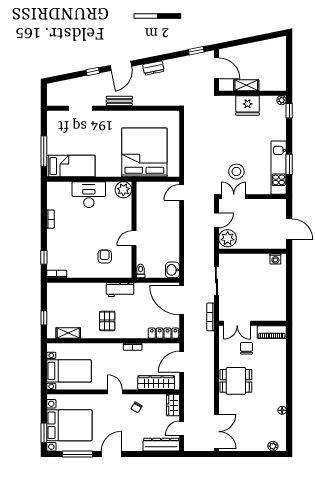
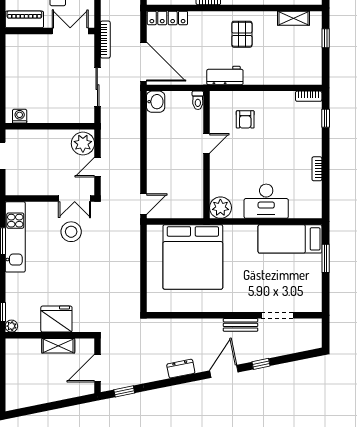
door: (216, 68) -> (97, 368), hinge flipped
bench: (119, 101) -> (240, 325), moved
window: (44, 151) -> (326, 258), width x0.69

